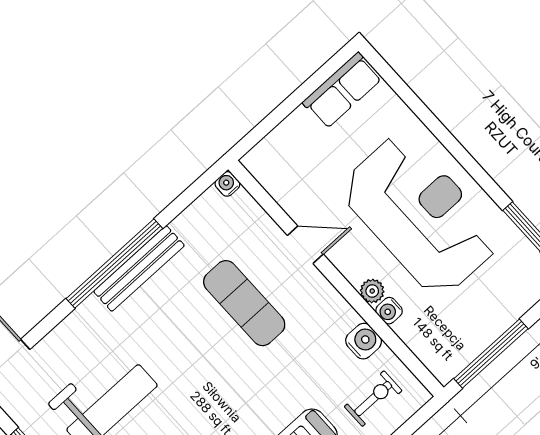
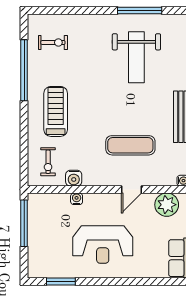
reception desk: (420, 215) -> (103, 245), width x0.74, depth x0.77
plant: (372, 291) -> (167, 205), moved, width x1.88, depth x1.88

